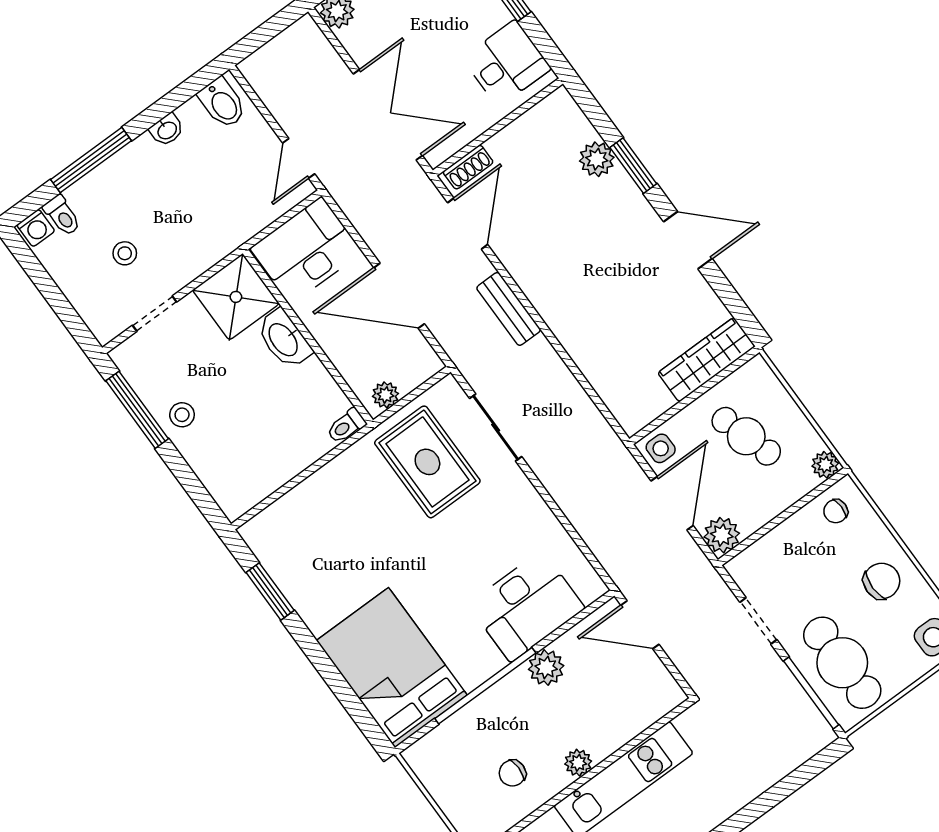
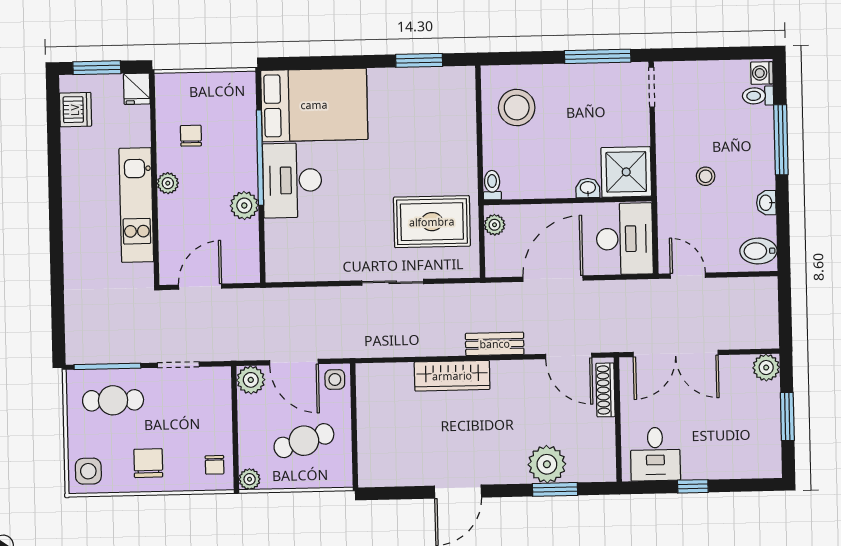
plant: (597, 159) -> (547, 464), width x1.36, depth x1.36
window: (633, 166) -> (555, 489), moved
shoe rack: (468, 167) -> (605, 390), width x1.43
stool: (125, 253) -> (706, 176), moved
doorway: (155, 314) -> (652, 87), moved
washbasin: (284, 339) -> (588, 188), width x0.52, depth x0.69
wardrobe: (707, 360) -> (452, 376), moved, turned 90
stool: (182, 415) -> (517, 108), moved, width x1.89, depth x1.89
sliding door: (496, 428) -> (393, 282), moved
chair: (836, 511) -> (215, 465), turned 180
chair: (882, 581) -> (148, 463), turned 180
desk: (526, 606) -> (292, 180), moved
door: (640, 625) -> (200, 287), moved
cafe table: (842, 663) -> (113, 400), width x0.73, depth x0.74

